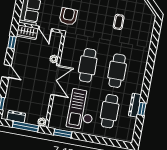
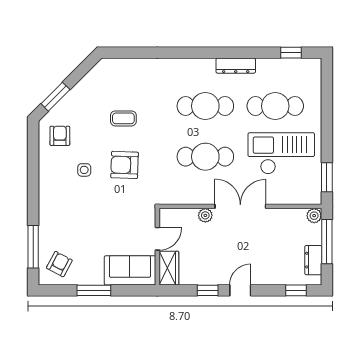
armchair: (68, 16) -> (125, 165), moved
window: (12, 42) -> (208, 290), moved
dresser: (135, 105) -> (236, 66), moved
window: (142, 109) -> (291, 53), moved
checkout: (81, 110) -> (281, 153), turned 180

